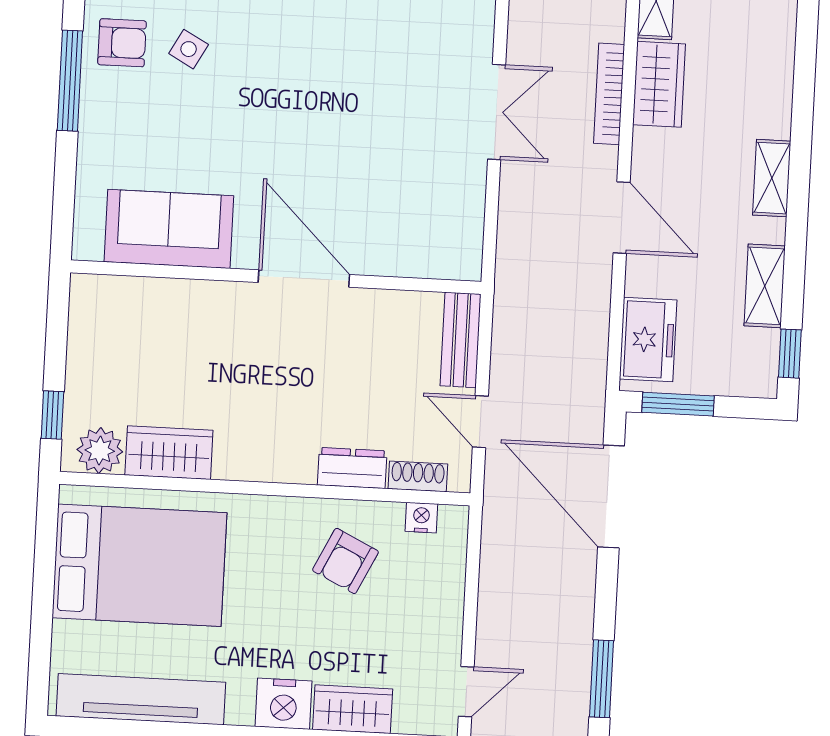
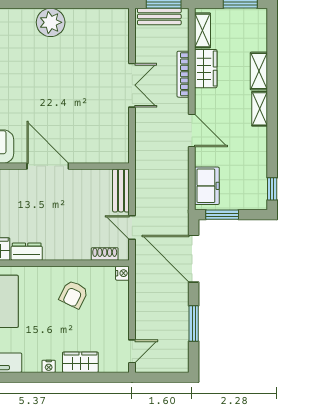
shelving: (765, 286) -> (259, 71), moved
dresser: (352, 468) -> (27, 252), moved
nightstand: (421, 518) -> (122, 273), moved, turned 90
window: (601, 679) -> (194, 323), moved
nightstand: (284, 704) -> (49, 366), width x0.53, depth x0.56

